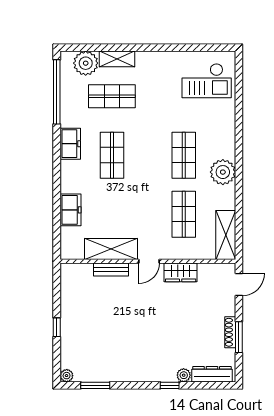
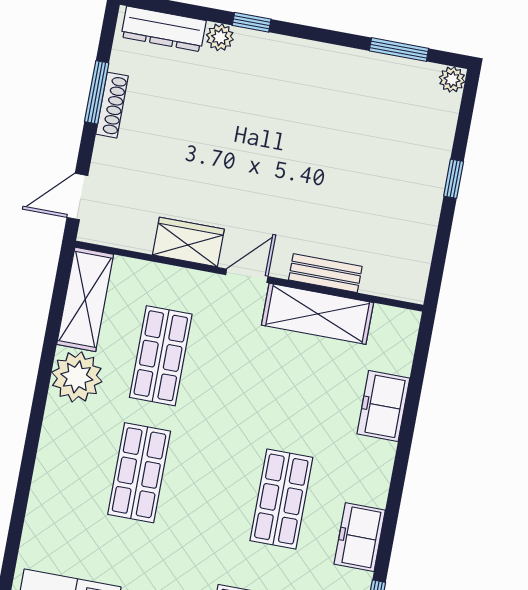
plant: (223, 172) -> (77, 377), moved

